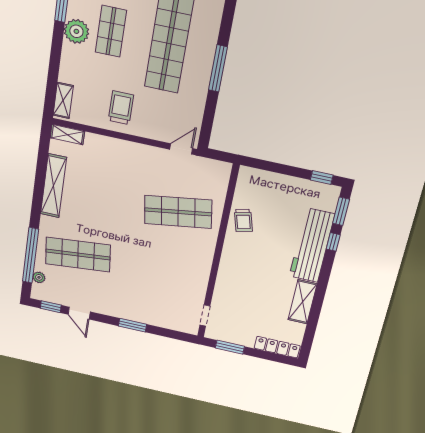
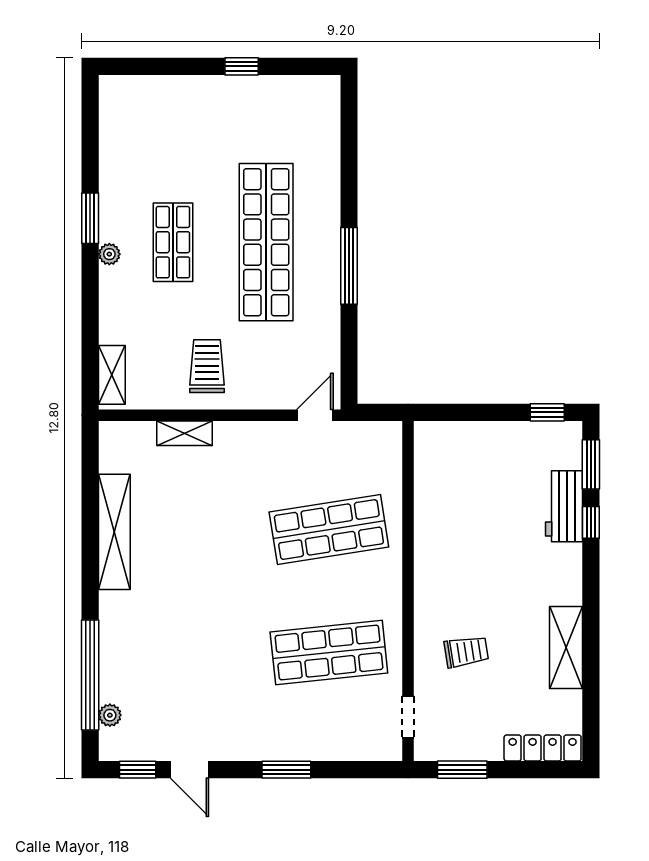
plant: (76, 31) -> (109, 254), width x0.53, depth x0.53
shelving: (67, 135) -> (184, 433), moved
trolley: (243, 220) -> (466, 652), moved, turned -84
workbench: (312, 245) -> (564, 506), width x0.53, depth x0.76
shop shelf: (78, 254) -> (329, 652), moved

